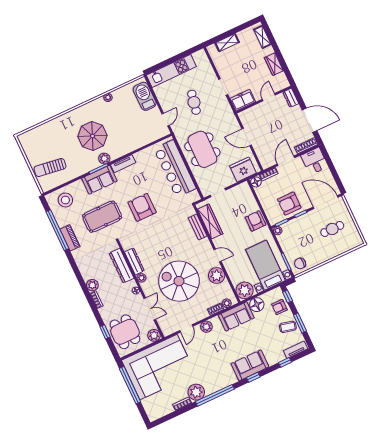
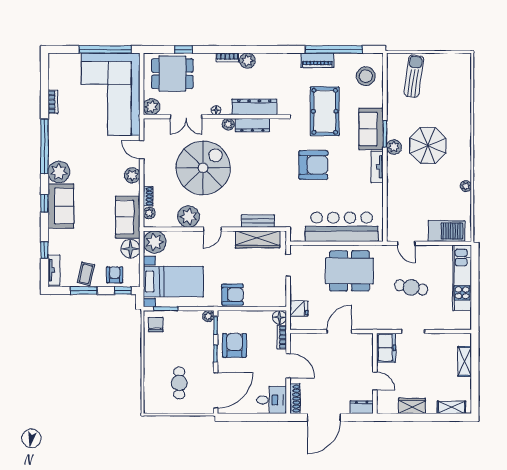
fridge: (243, 170) -> (299, 309), width x0.53, depth x0.75
plant: (196, 392) -> (59, 172), moved

